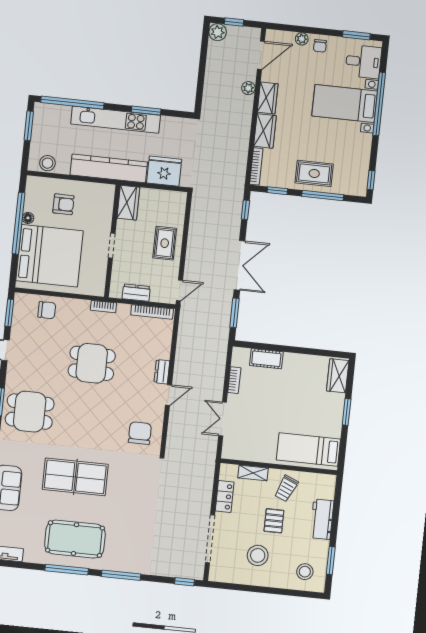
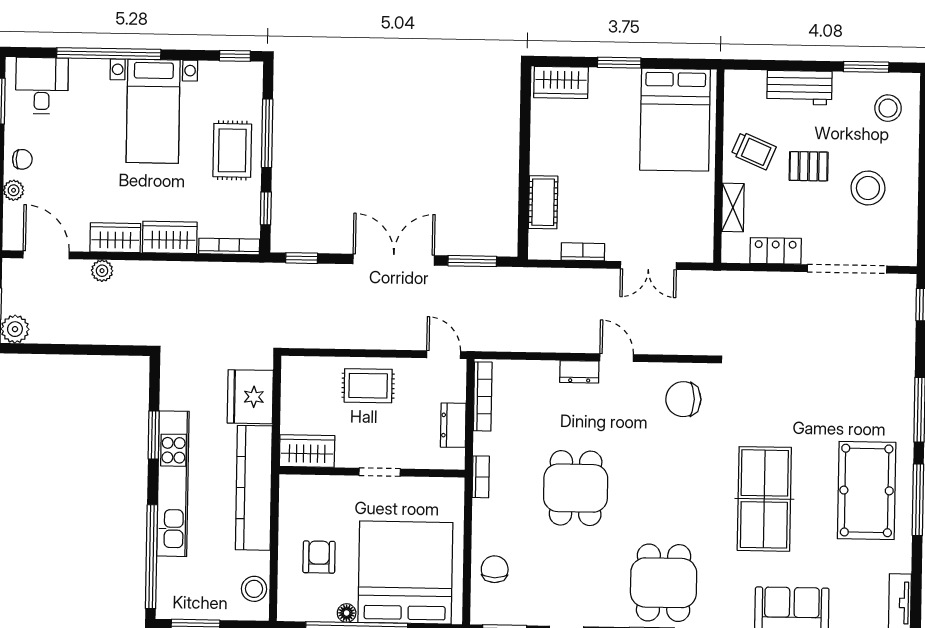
bed with nightstands: (345, 104) -> (153, 111), moved
bed: (308, 450) -> (675, 120), width x1.50

